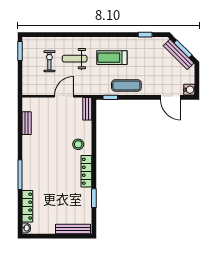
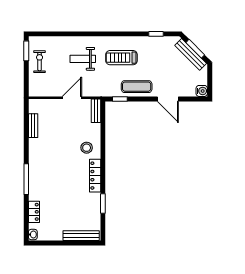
exercise bike: (49, 61) -> (40, 62), moved
door: (171, 97) -> (168, 99), moved
locker: (27, 206) -> (34, 212), width x0.66

